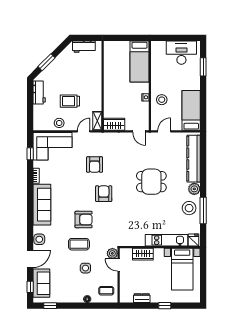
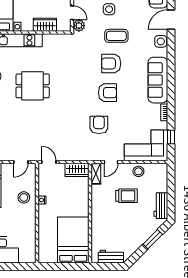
bed: (140, 62) -> (73, 240), moved, width x1.50
dining table: (151, 182) -> (33, 86), moved
armchair: (104, 194) -> (107, 93), moved, turned -90

